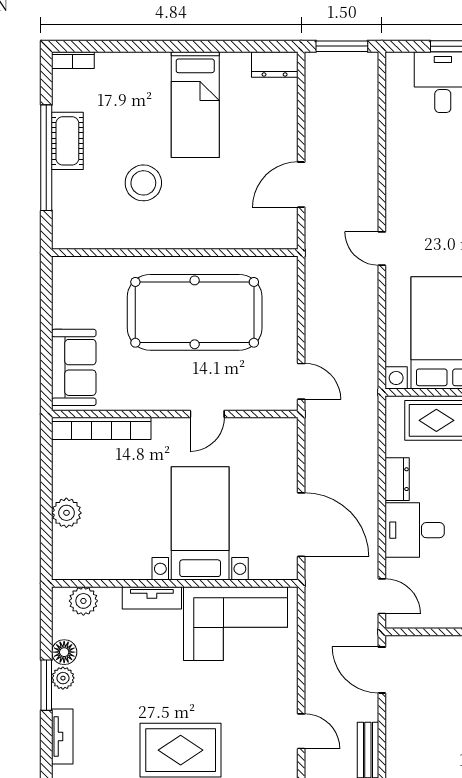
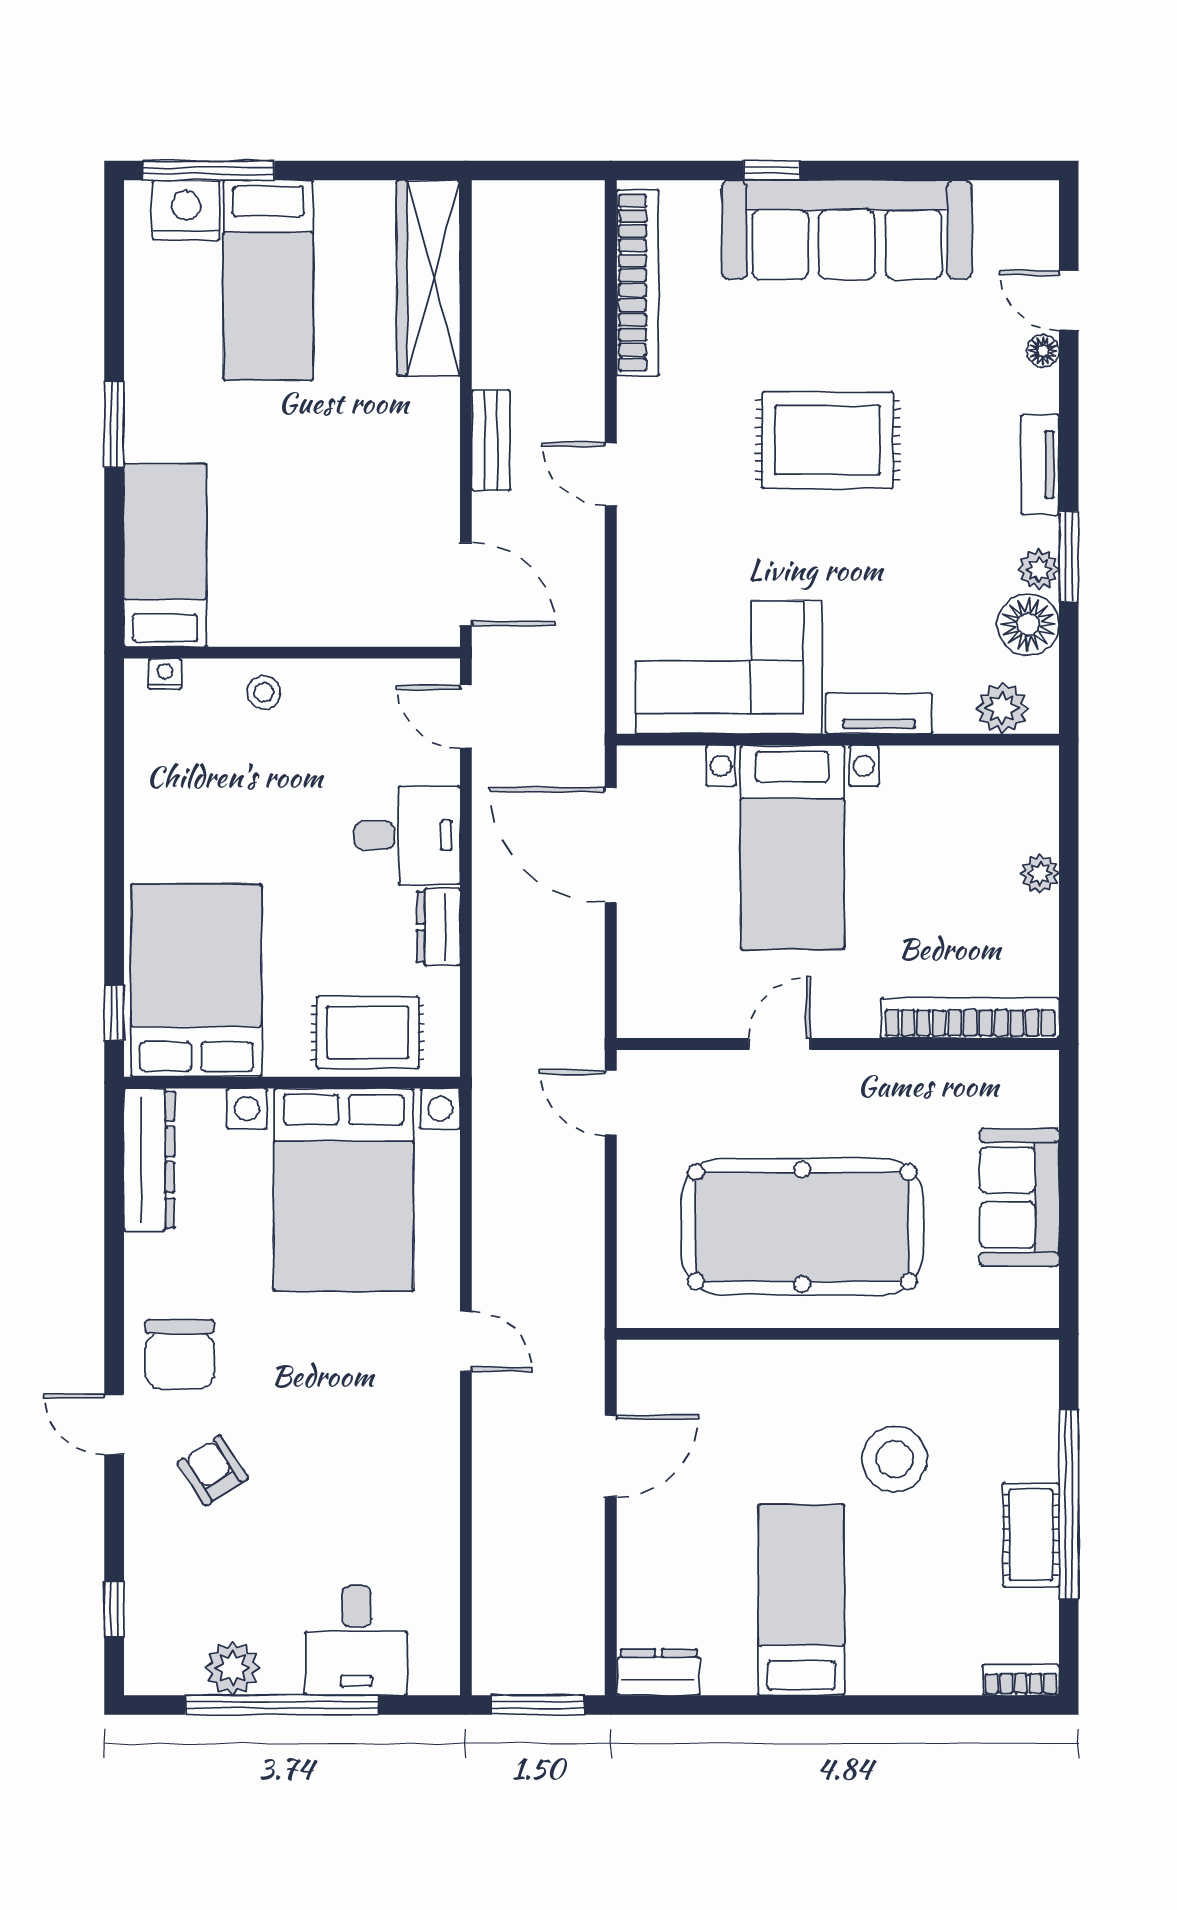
sofa: (74, 367) -> (1019, 1197), moved
plant: (66, 513) -> (1040, 874), width x0.73, depth x0.73
floor lamp: (64, 652) -> (1028, 625), width x1.38, depth x1.38

